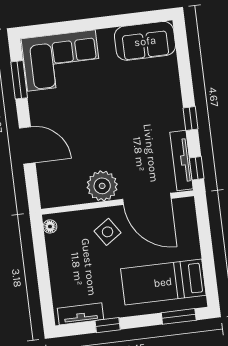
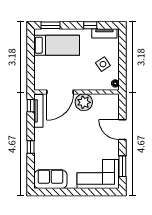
window: (190, 118) -> (31, 147), moved
door: (147, 199) -> (60, 92), swing flipped
side table: (108, 232) -> (103, 64), moved

